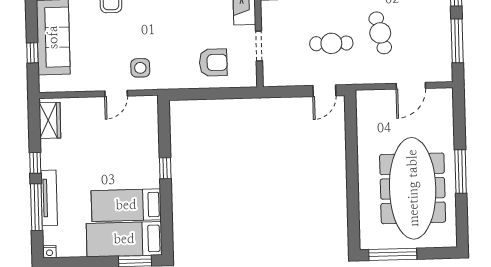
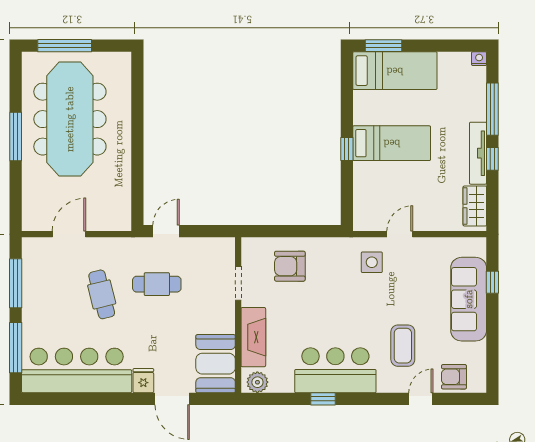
tv unit: (49, 198) -> (478, 153), moved
bed: (126, 205) -> (392, 143), moved
window: (393, 254) -> (65, 46), moved

